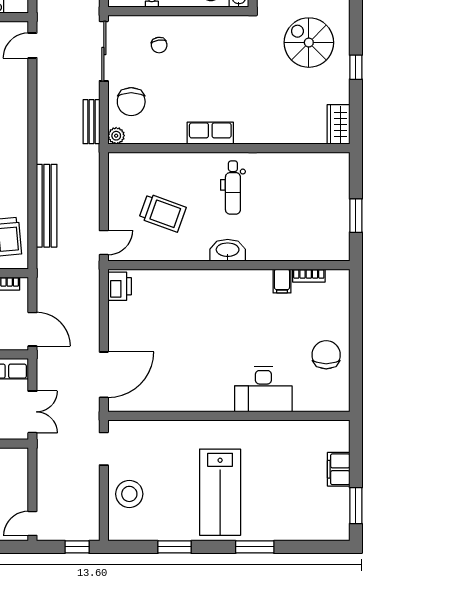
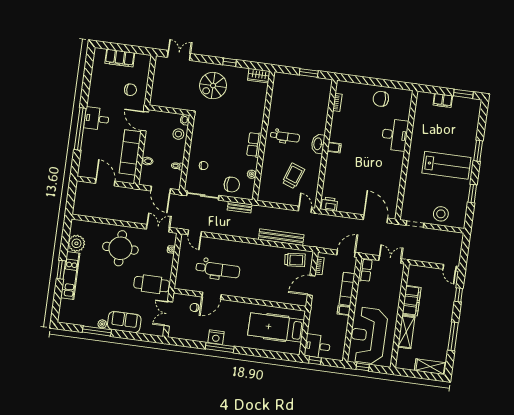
plant: (116, 136) -> (252, 174), moved
filing cabinet: (282, 281) -> (334, 147), moved
window: (77, 547) -> (465, 246), removed

